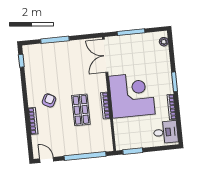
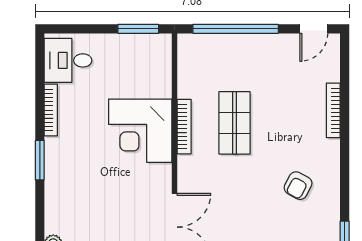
corner desk: (132, 95) -> (140, 131), width x0.74, depth x0.74
armchair: (49, 100) -> (298, 186), moved
door: (47, 160) -> (314, 29), hinge flipped

